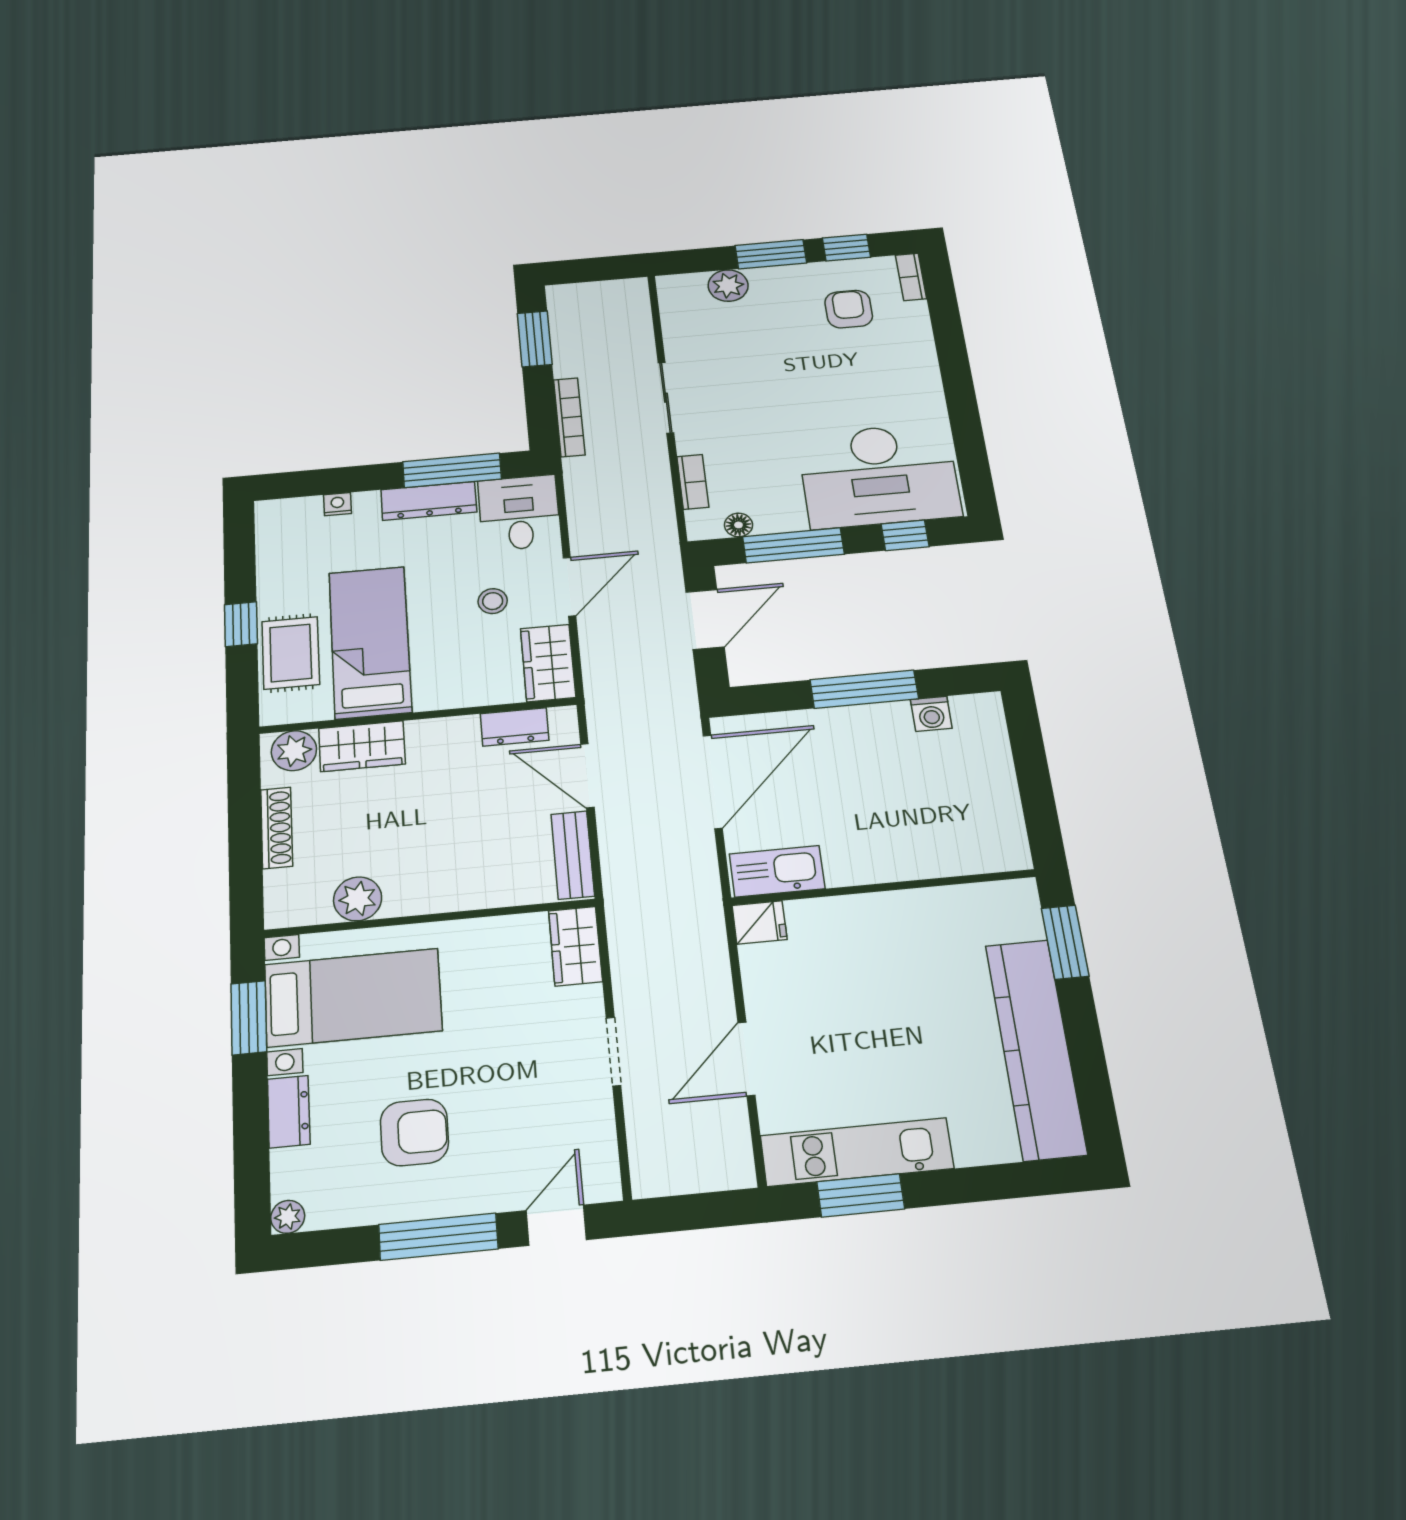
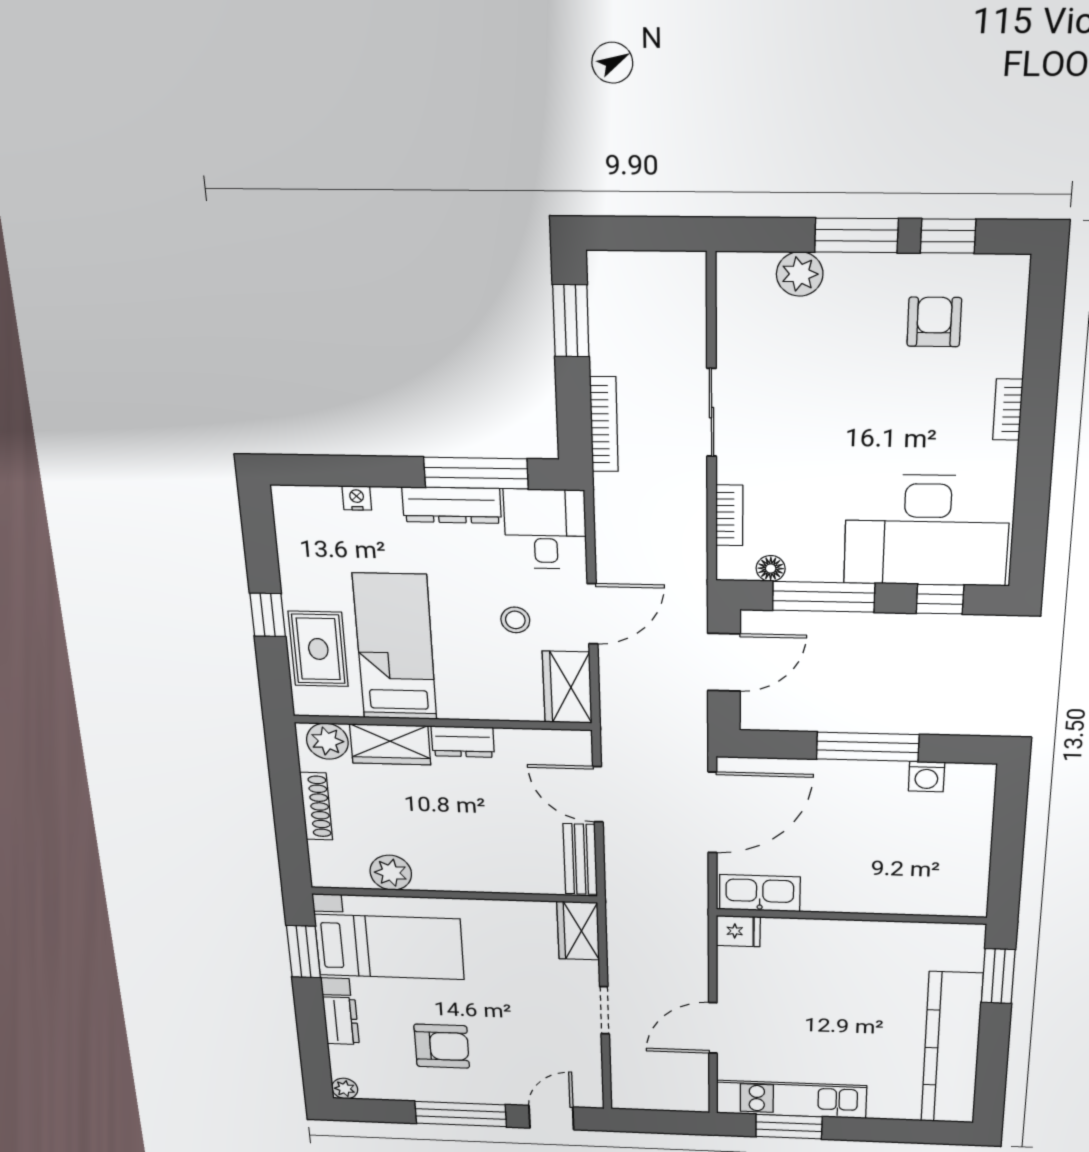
bookcase: (911, 277) -> (1008, 410), moved
dresser: (515, 727) -> (463, 742), moved

